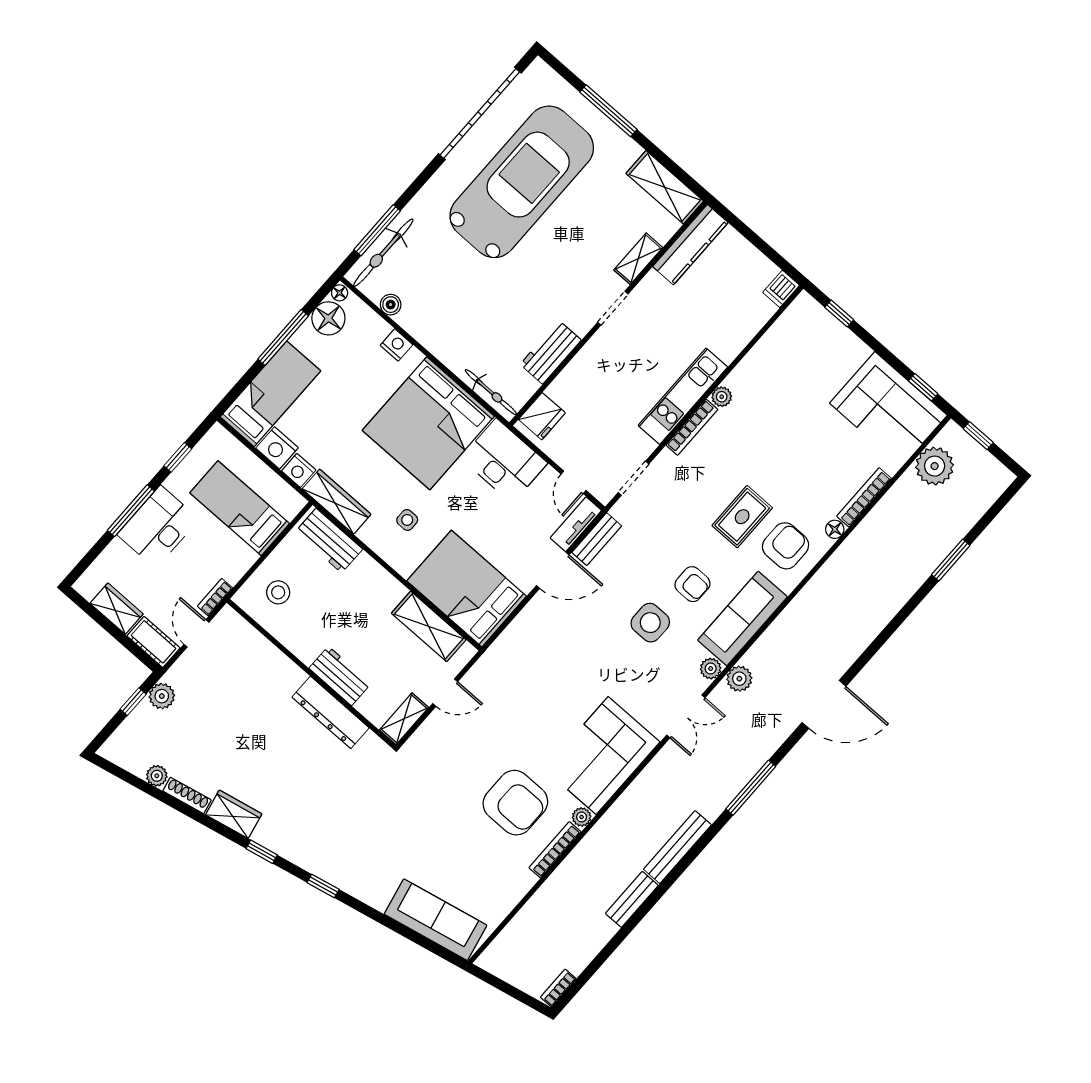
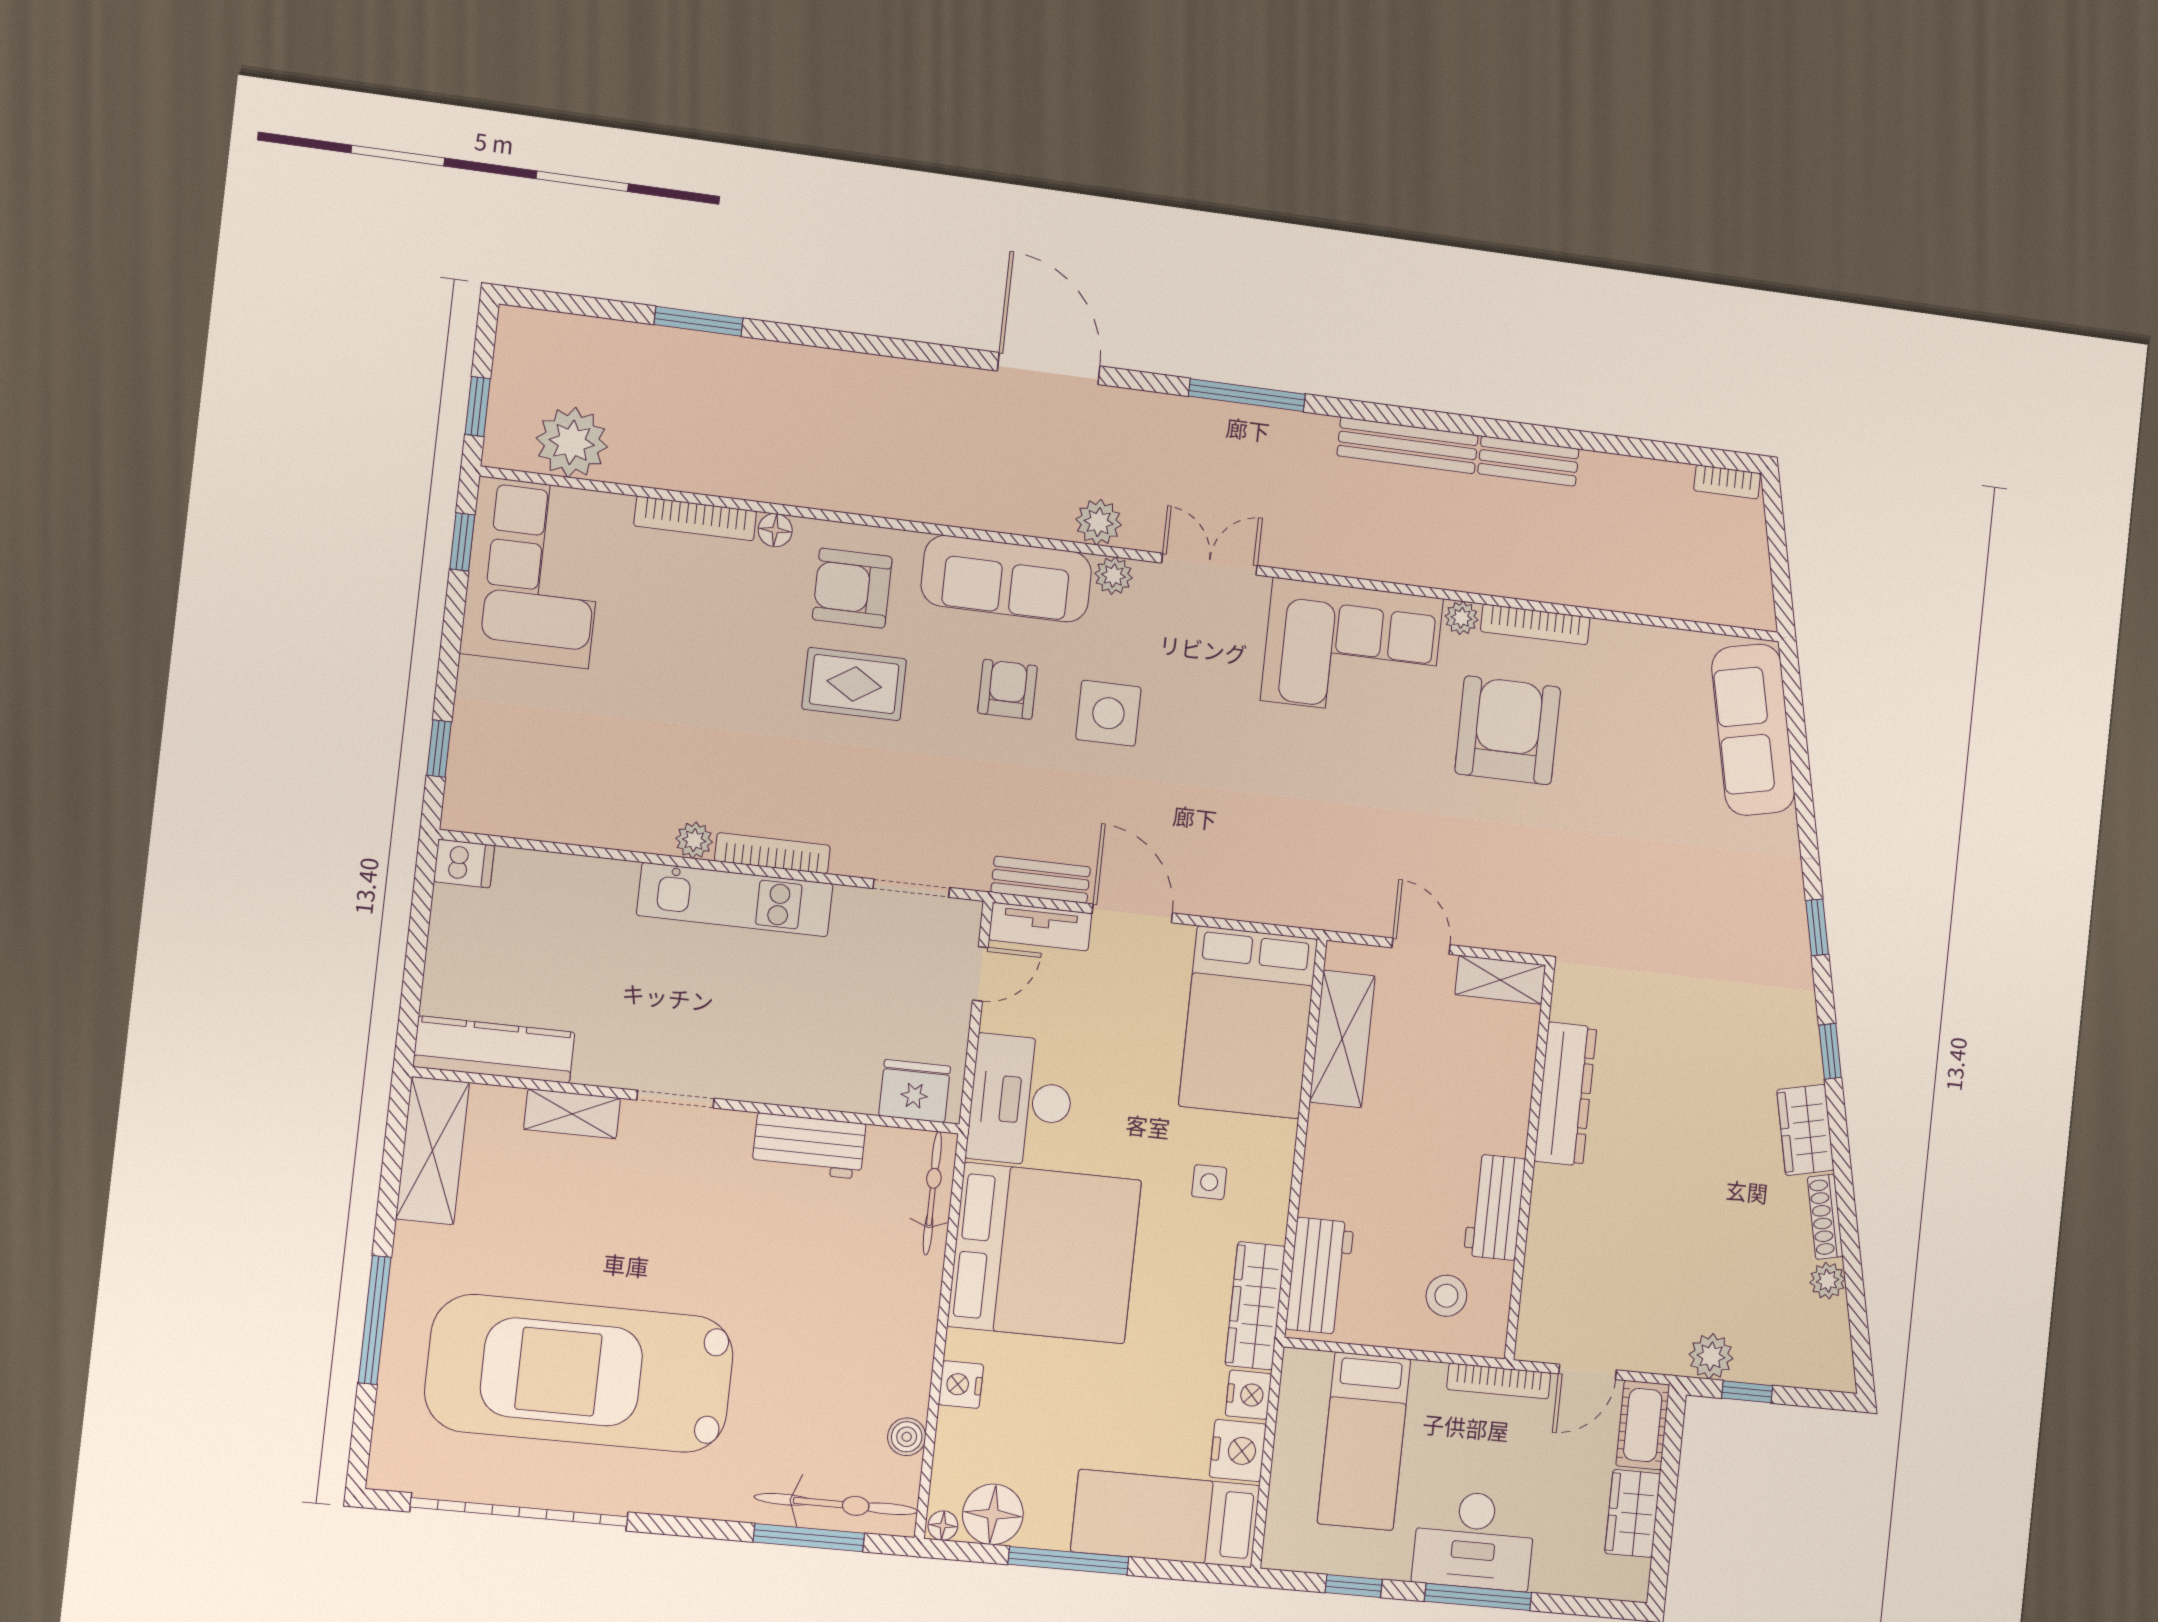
bookcase: (215, 597) -> (1499, 1381), width x1.56
workbench: (340, 676) -> (1494, 1207), moved

